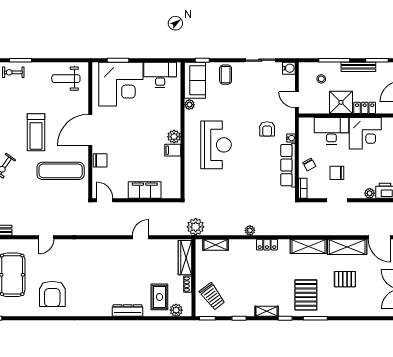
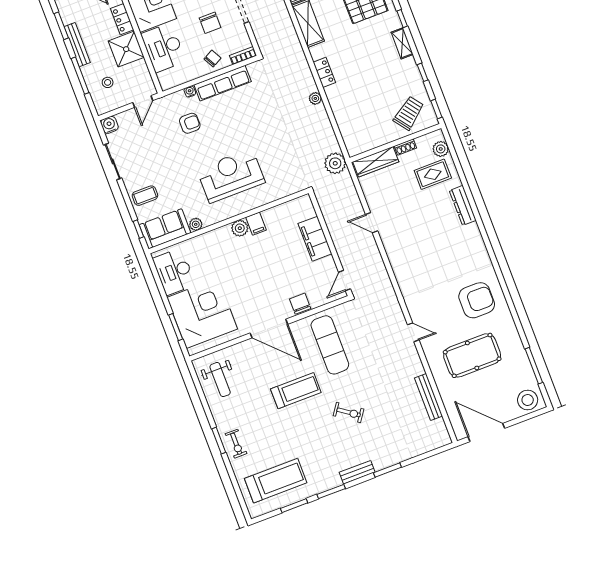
shelving: (215, 245) -> (347, 132), removed

